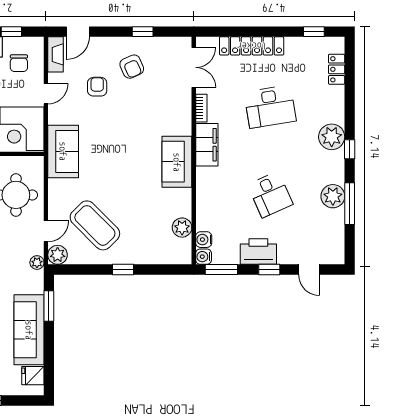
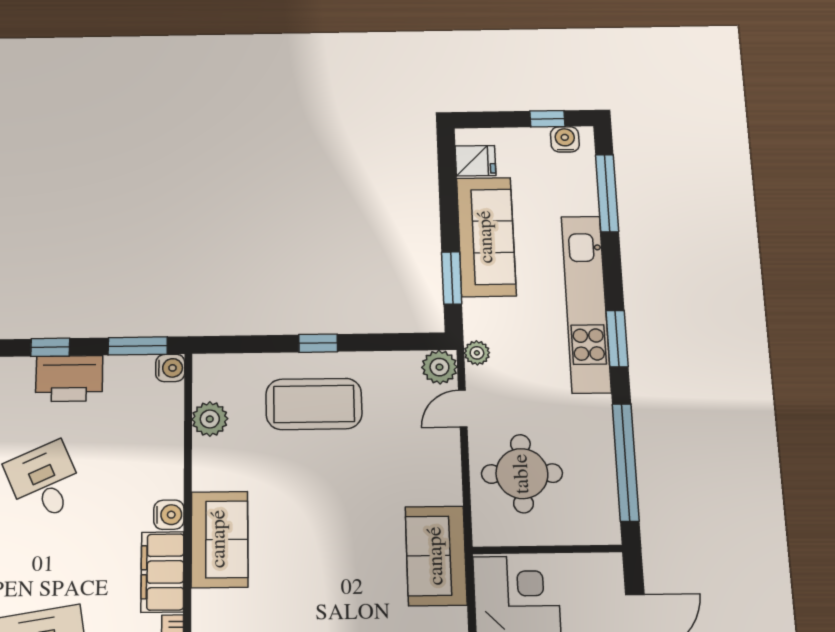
coffee table: (95, 225) -> (314, 404), moved, turned -45
water cooler: (204, 240) -> (169, 515), moved

